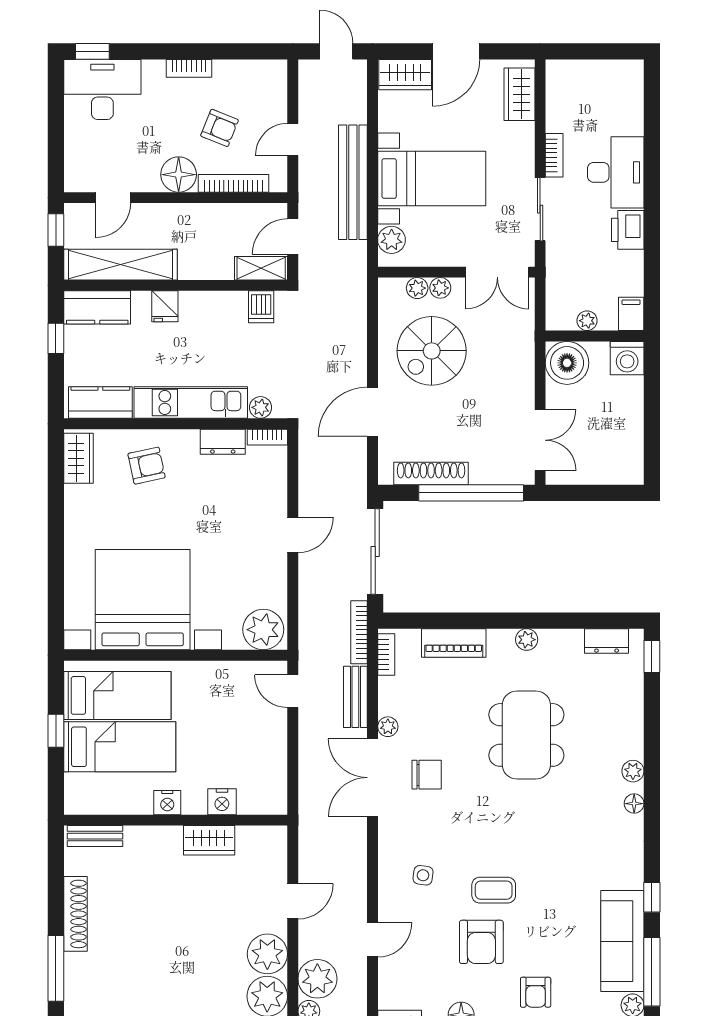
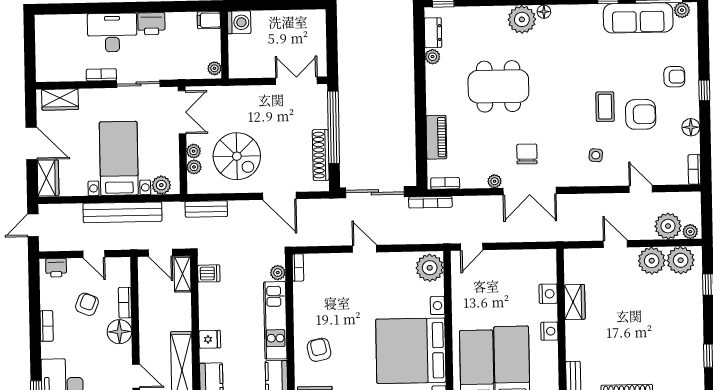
printer: (274, 84) -> (56, 268), added
bookcase: (234, 183) -> (125, 303), width x0.64
plant: (587, 321) -> (214, 68), moved
boiler: (567, 363) -> (243, 63), removed
dresser: (223, 442) -> (302, 298), removed
plant: (527, 640) -> (433, 57), moved
bench: (355, 697) -> (206, 209), moved
plant: (633, 771) -> (522, 19), width x1.88, depth x1.88

